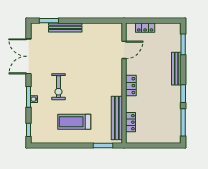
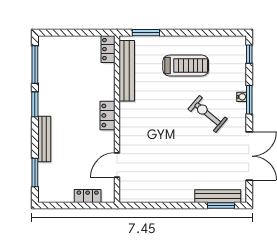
bench: (65, 27) -> (218, 196), moved
exercise bike: (58, 87) -> (208, 114), turned -50
locker: (130, 122) -> (108, 49), moved

